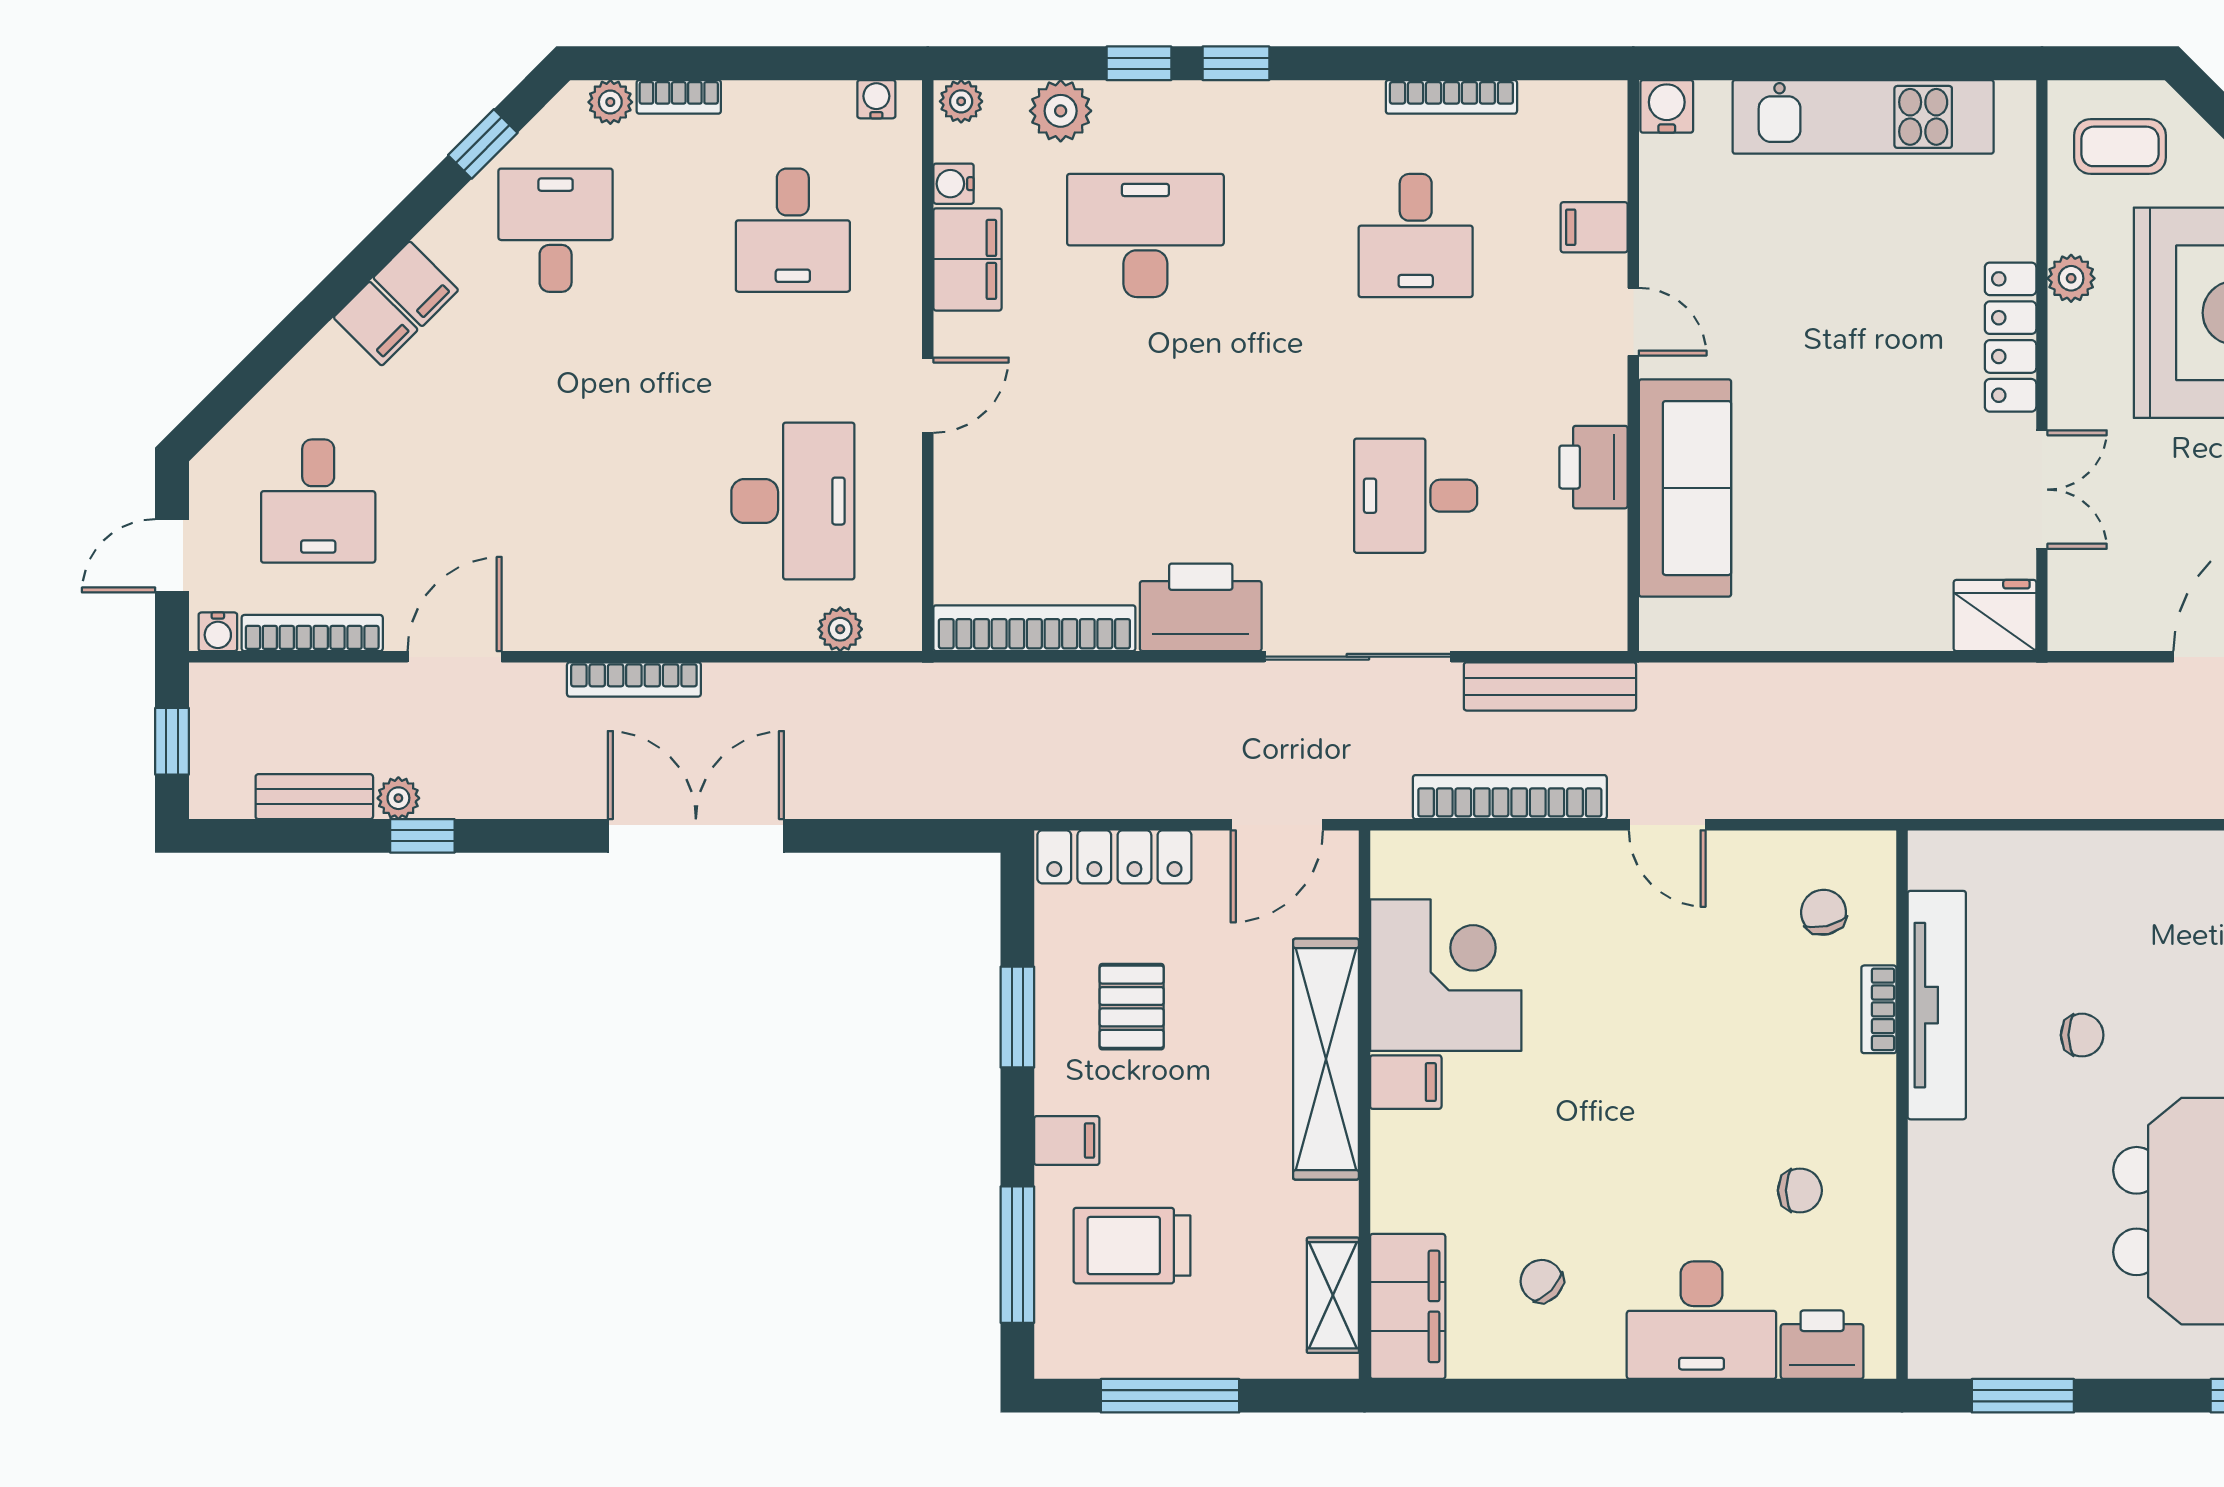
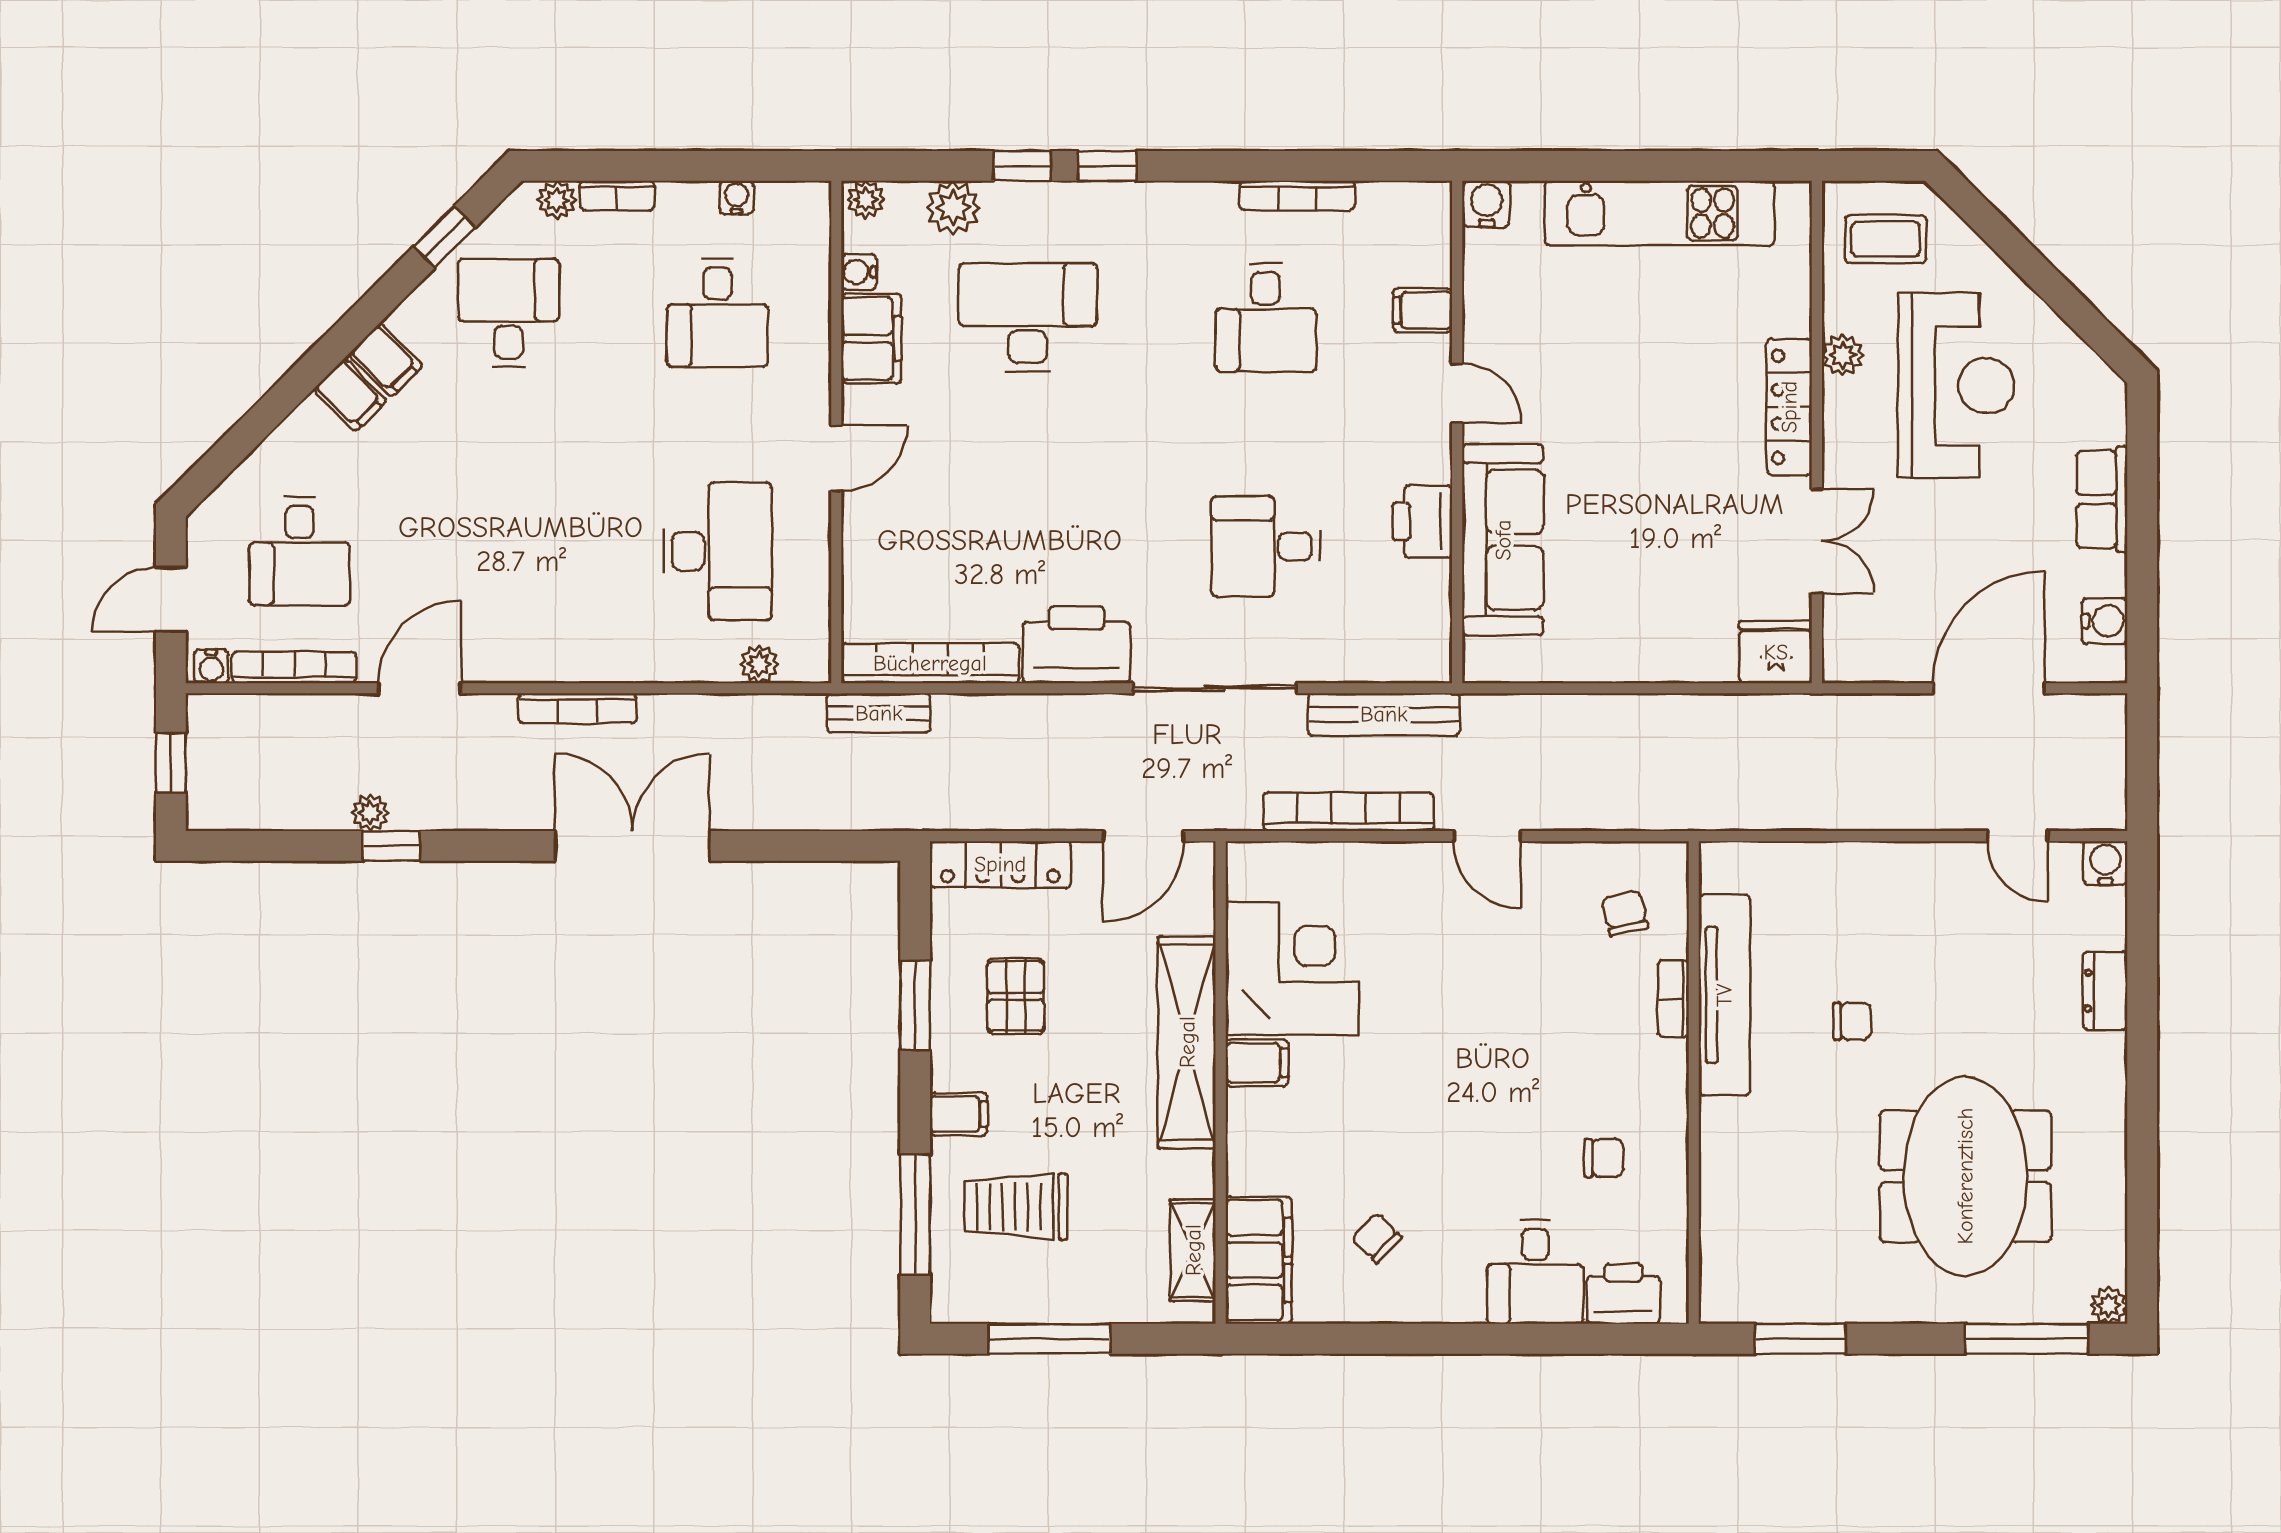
water cooler: (876, 99) -> (736, 197), moved
bench: (314, 797) -> (879, 713), moved
desk: (1701, 1320) -> (1535, 1272), width x0.73

